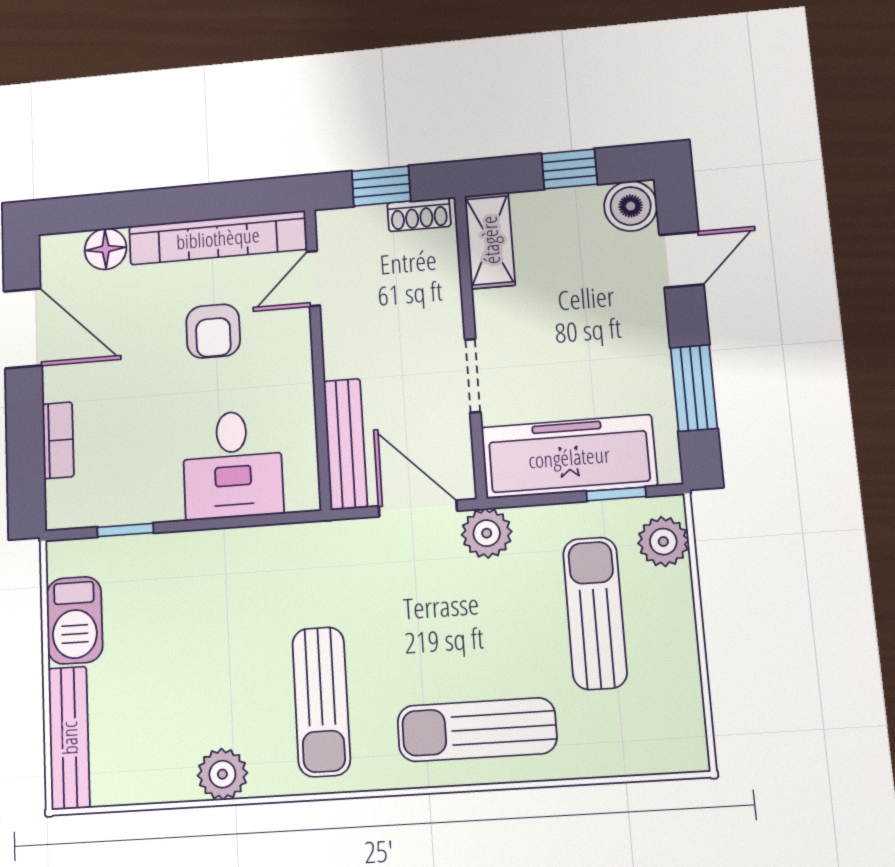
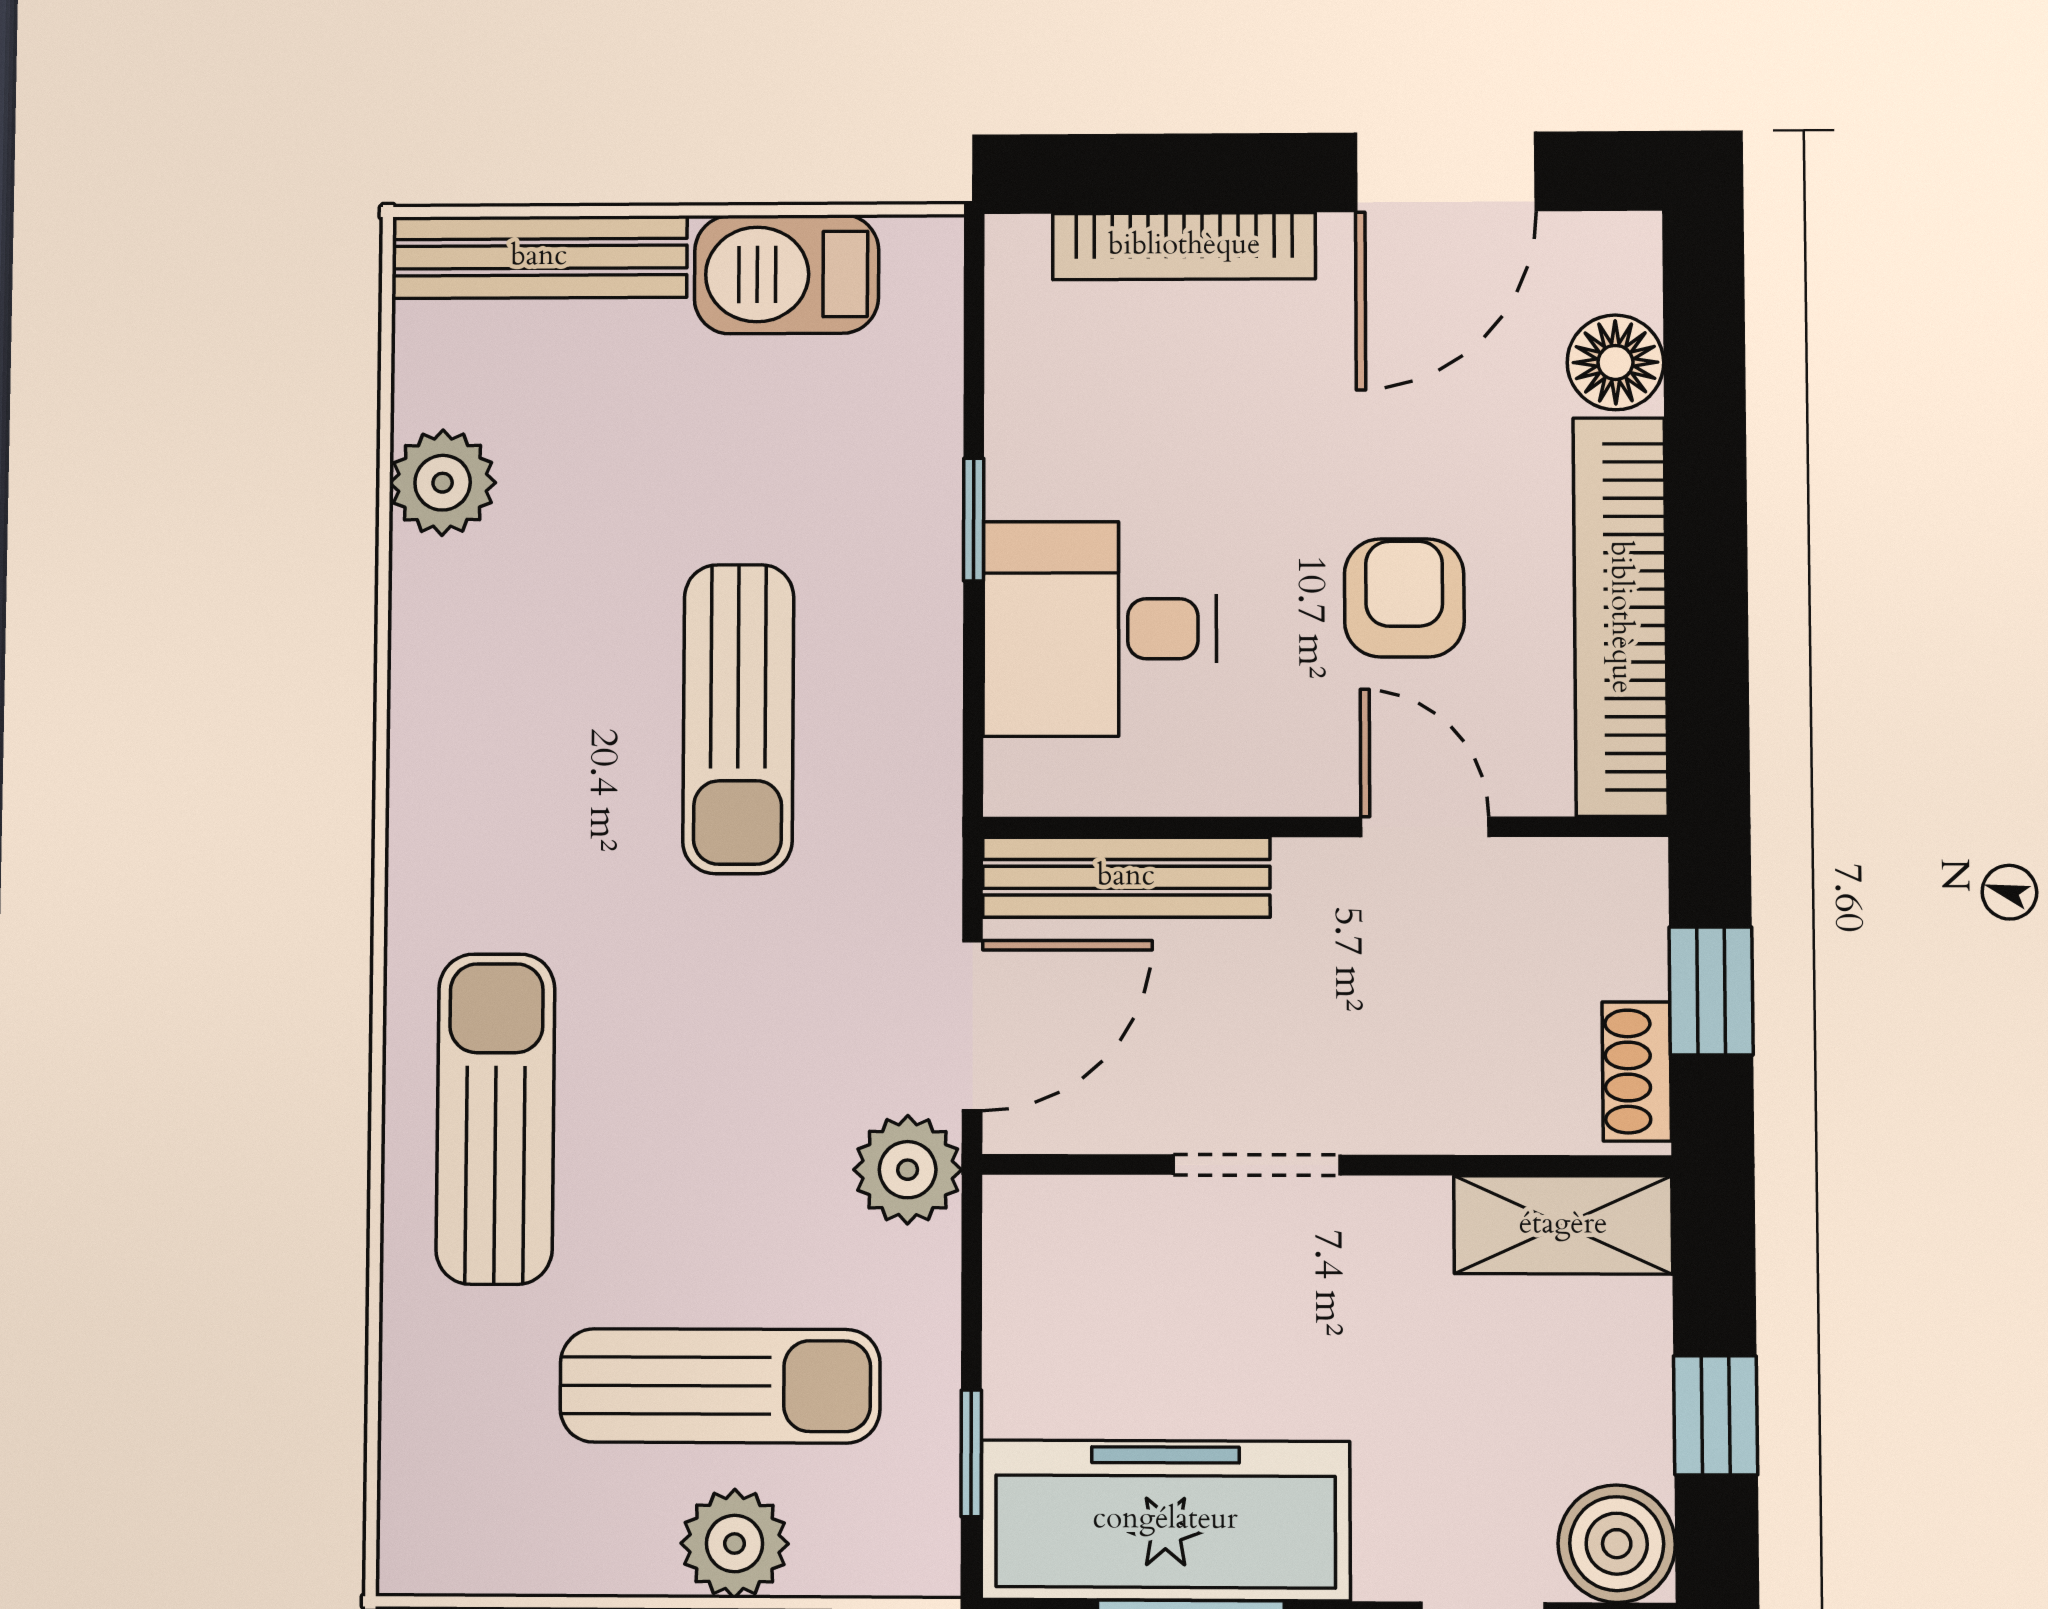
door: (313, 278) -> (1425, 827), moved
armchair: (213, 331) -> (1404, 598), turned 90
bookcase: (58, 440) -> (1184, 246), width x1.56
freezer: (569, 457) -> (1165, 1520), moved, turned -90
window: (125, 530) -> (974, 519), moved
plant: (663, 542) -> (735, 1544), moved
sun lounger: (321, 702) -> (738, 719), moved, turned -90
plant: (222, 774) -> (443, 483), moved

